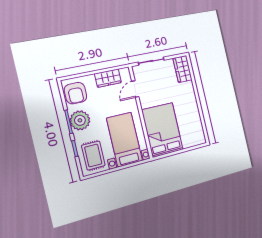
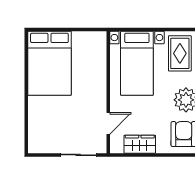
wardrobe: (183, 69) -> (38, 136), removed
bed: (162, 130) -> (49, 63), moved

